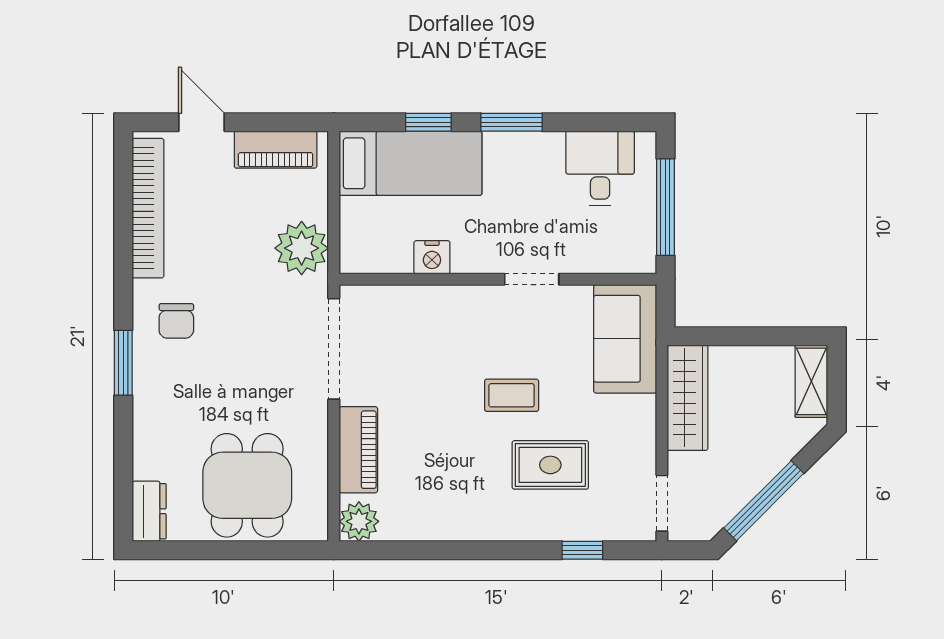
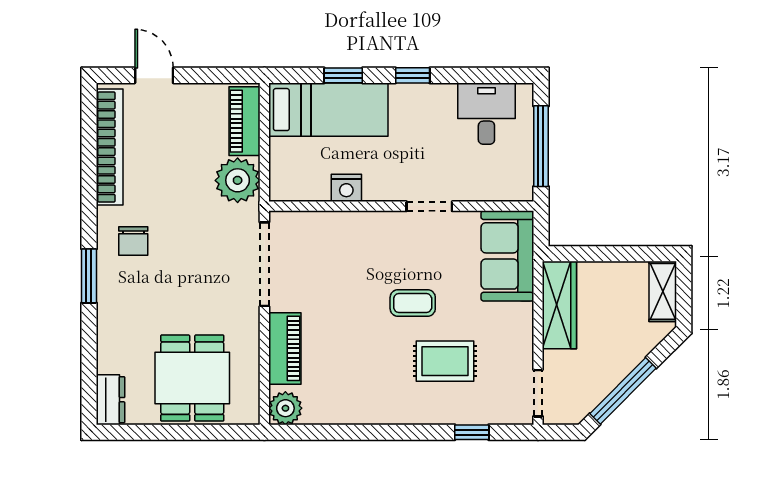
window: (511, 122) -> (413, 75), width x0.67
piano: (276, 150) -> (245, 121), moved, turned 90

